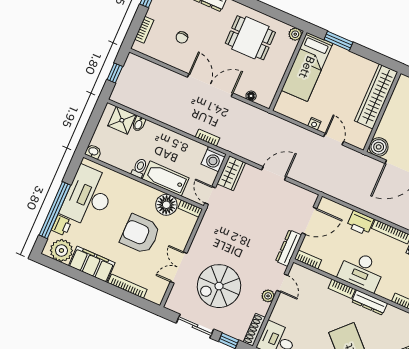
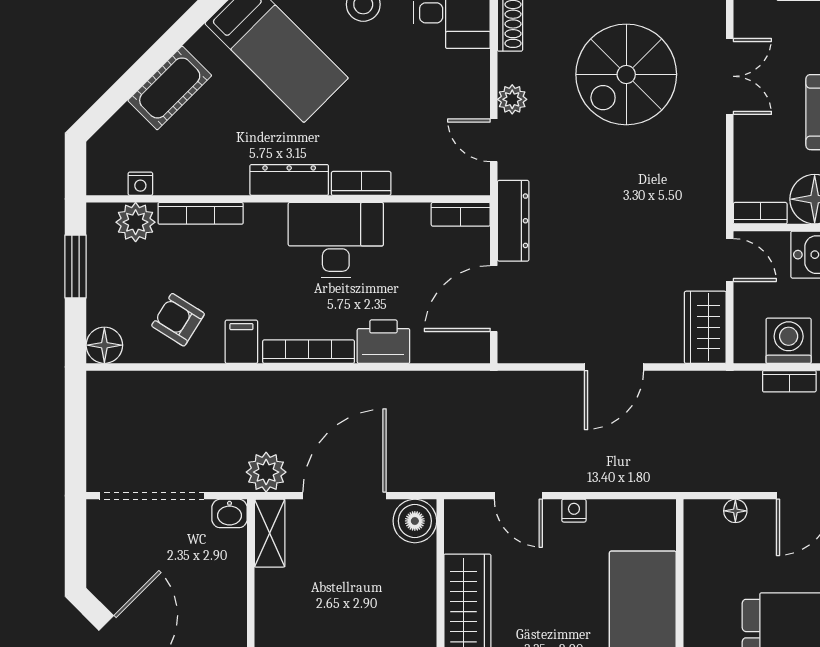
washing machine: (214, 159) -> (789, 341), moved
spiral stairs: (219, 286) -> (626, 74), turned 180

